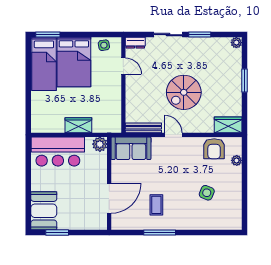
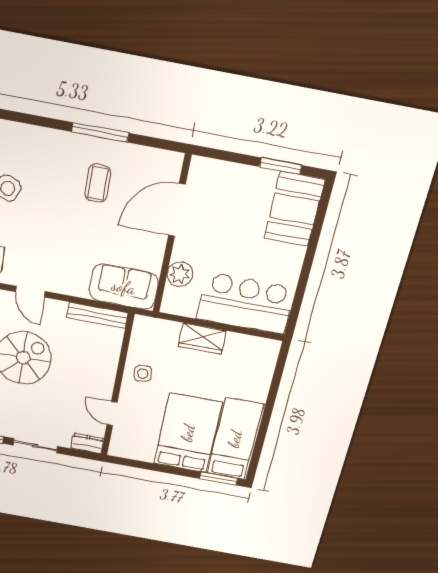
side table: (104, 45) -> (143, 374), moved
door: (173, 135) -> (30, 292), moved
plant: (100, 144) -> (180, 274), moved

